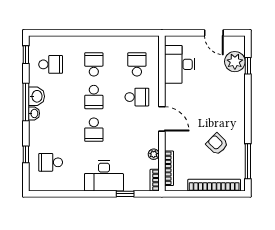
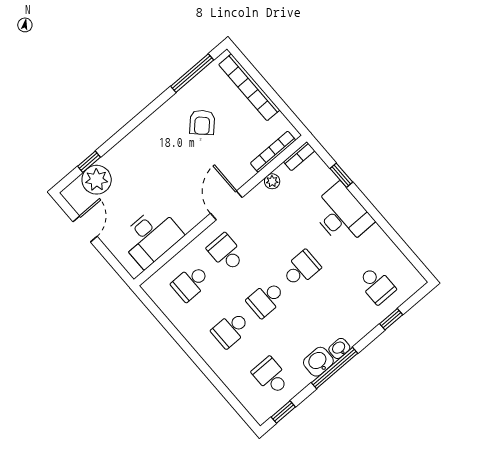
school desk: (94, 97) -> (266, 299), turned 180

